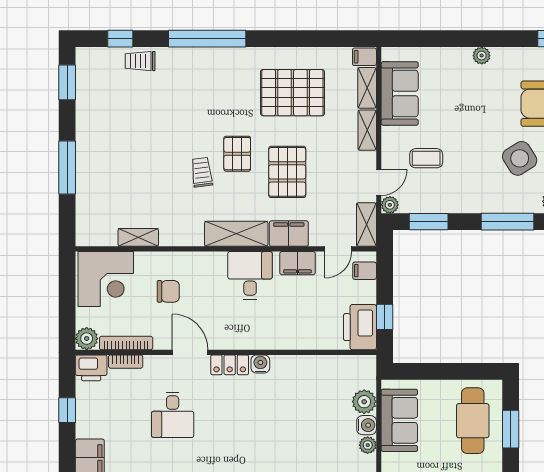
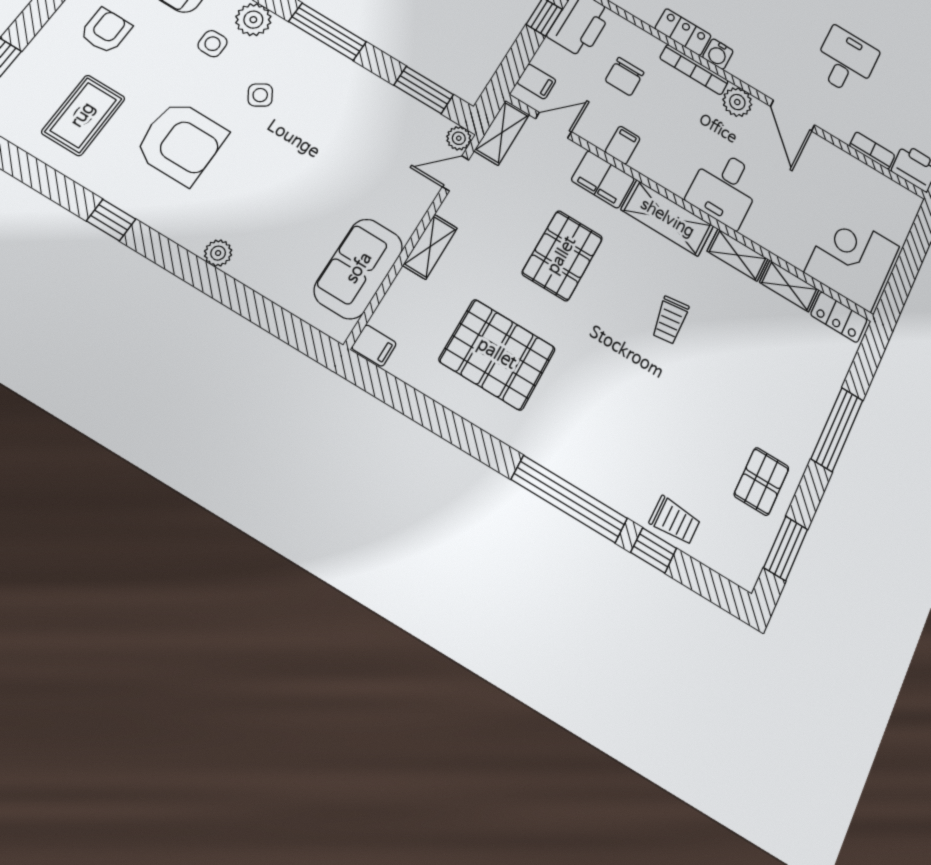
window: (120, 39) -> (654, 550), moved
shelving: (367, 88) -> (737, 255), moved, turned 90
pallet: (237, 154) -> (762, 481), moved
coffee table: (426, 158) -> (378, 166), removed
side table: (520, 158) -> (260, 95), width x0.54, depth x0.54
locker: (97, 237) -> (839, 317), added
filing cabinet: (297, 263) -> (623, 145), width x0.50
desk: (250, 275) -> (725, 188), moved
chair: (168, 291) -> (625, 77), moved, turned -90
plant: (87, 339) -> (737, 102), moved
bookcase: (126, 343) -> (694, 70), moved
locker: (230, 365) -> (683, 32), moved

